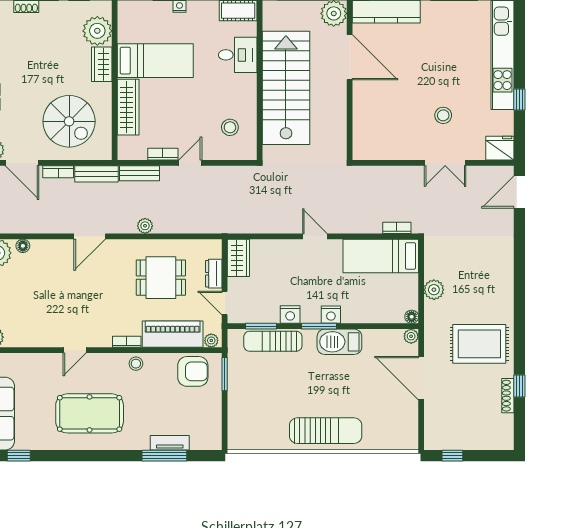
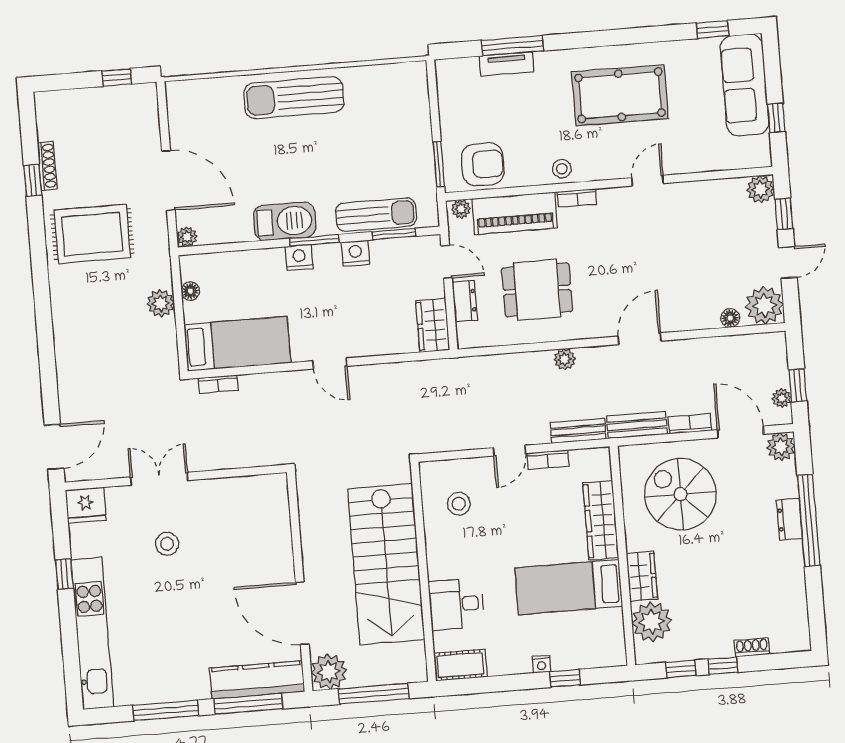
floor lamp: (412, 317) -> (190, 291), moved
armchair: (193, 371) -> (483, 164), turned 180

